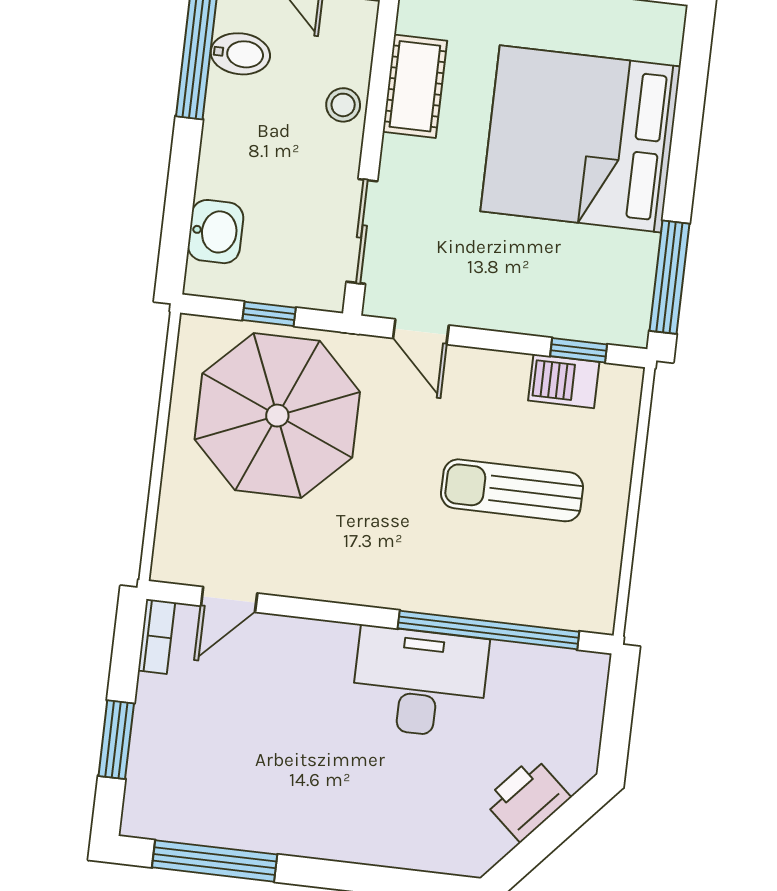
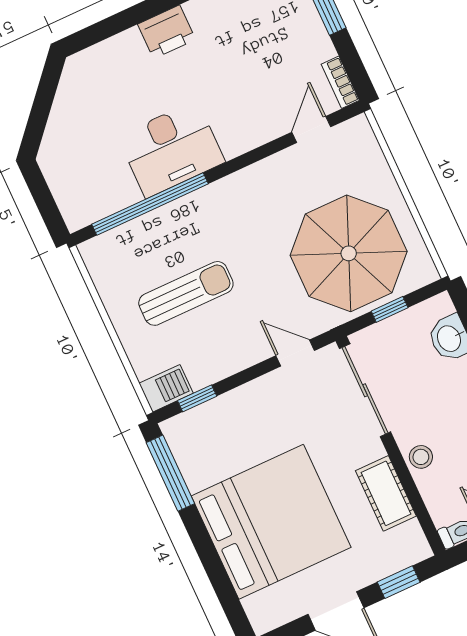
sliding door: (362, 231) -> (365, 390), width x1.37
barbecue: (564, 381) -> (166, 388), moved
printer: (527, 799) -> (167, 32), moved, turned 49

